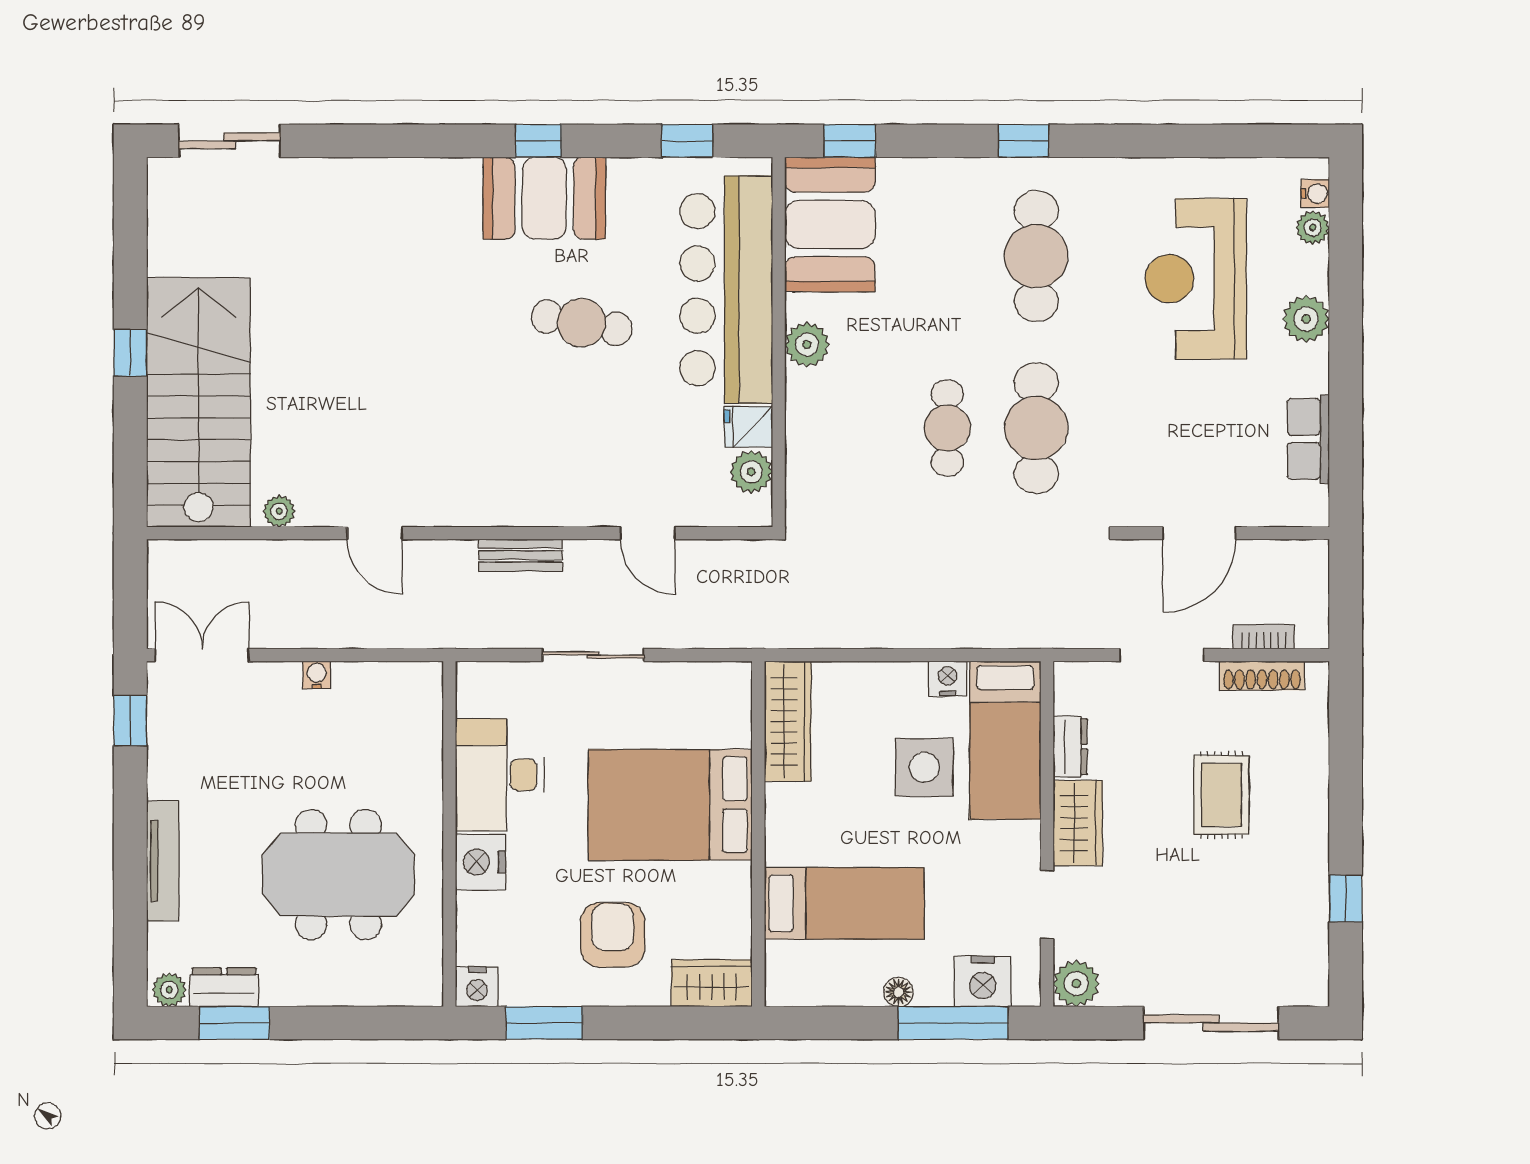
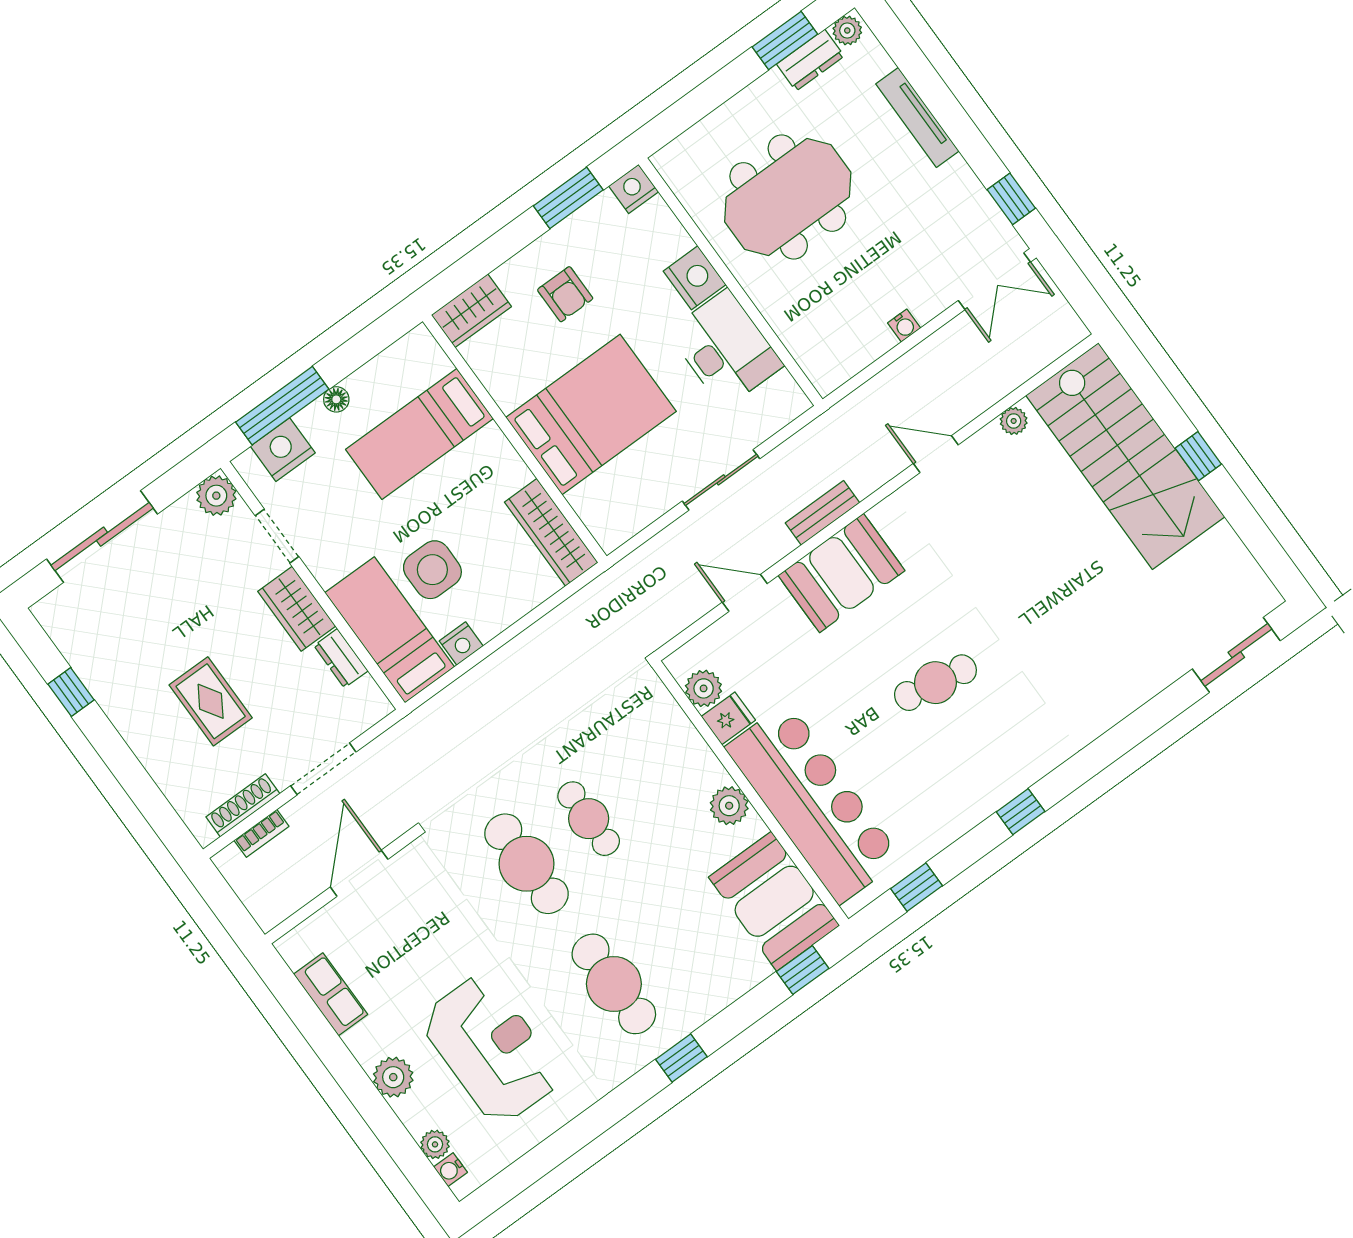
booth: (544, 198) -> (841, 573), moved
cafe table: (582, 323) -> (935, 683), moved
armchair: (613, 935) -> (565, 294), width x0.72, depth x0.72

